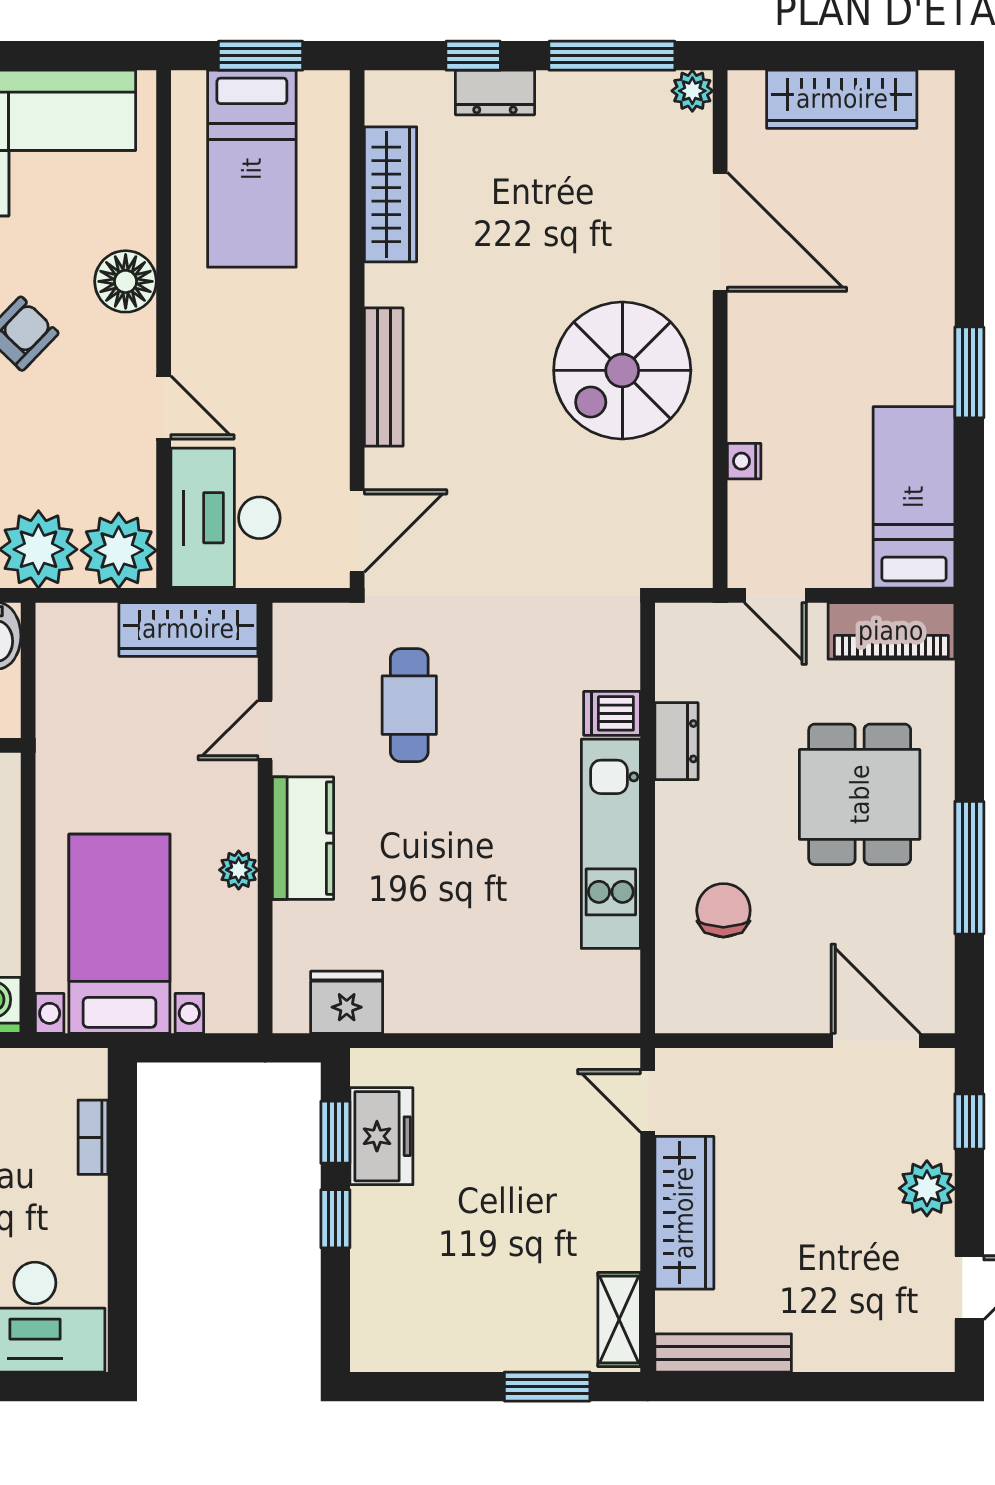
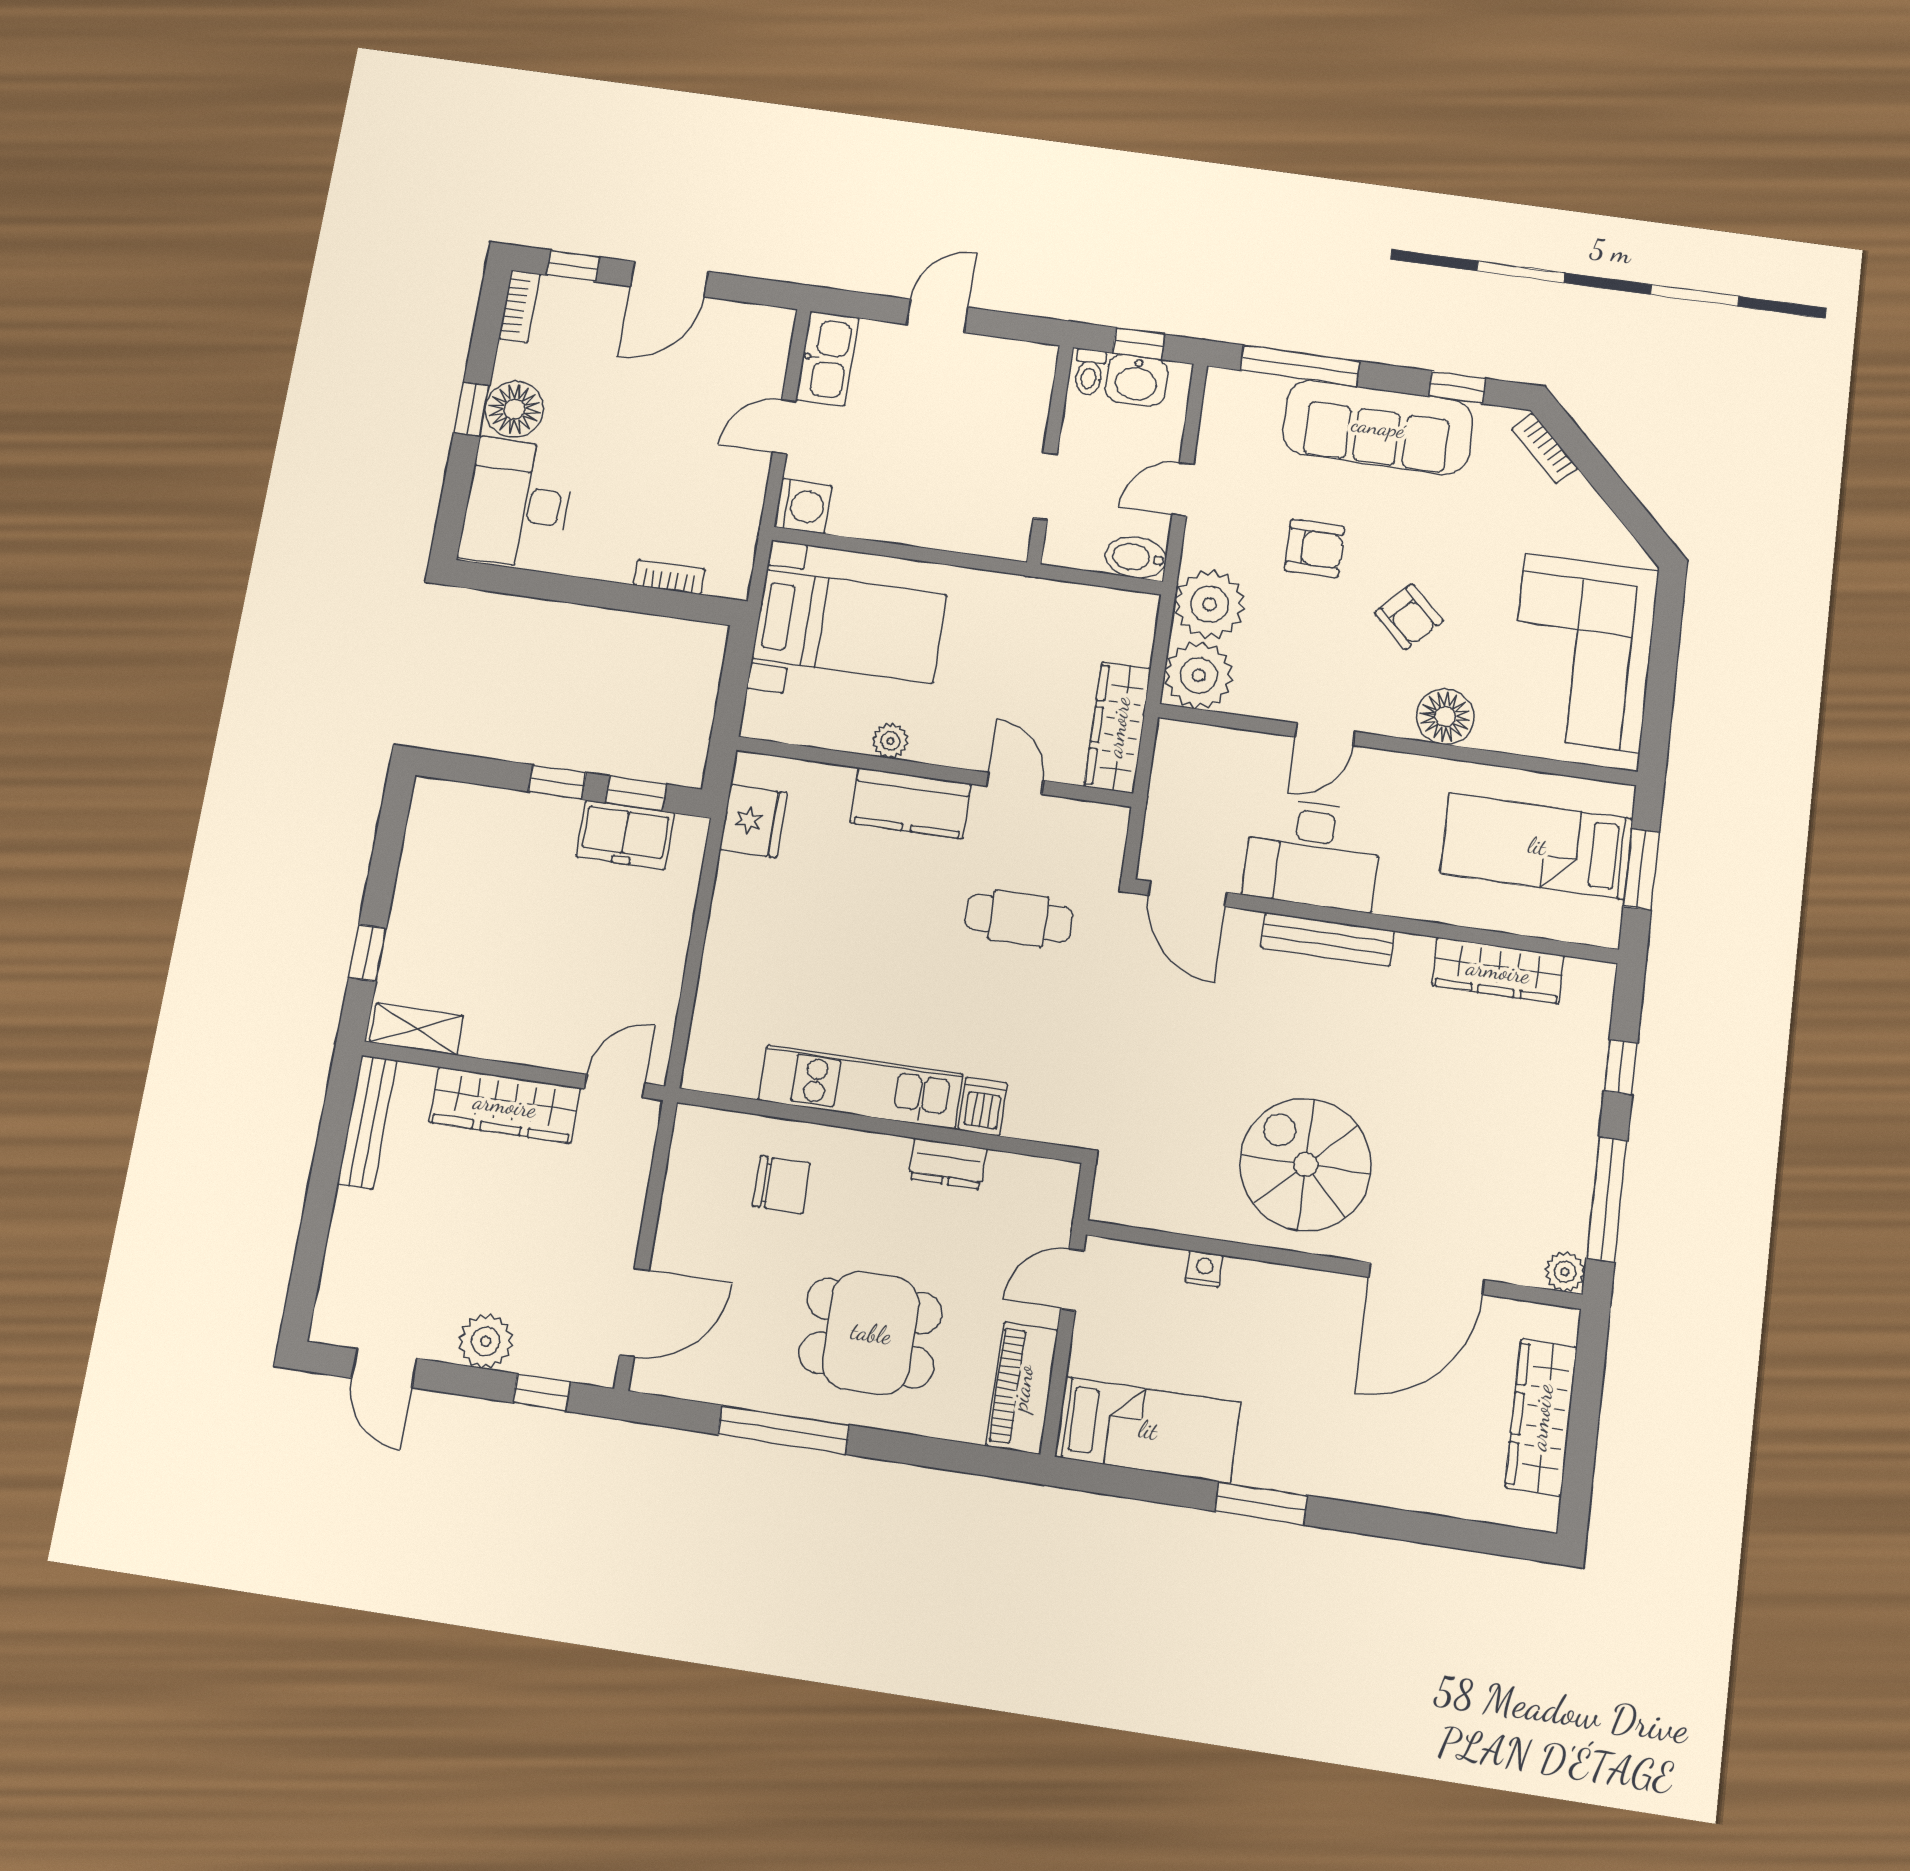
dresser: (495, 92) -> (1584, 1083), removed
desk: (226, 518) -> (1312, 854), moved, turned 180
window: (547, 1387) -> (367, 953), width x0.67

